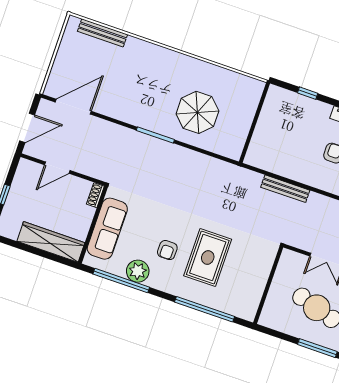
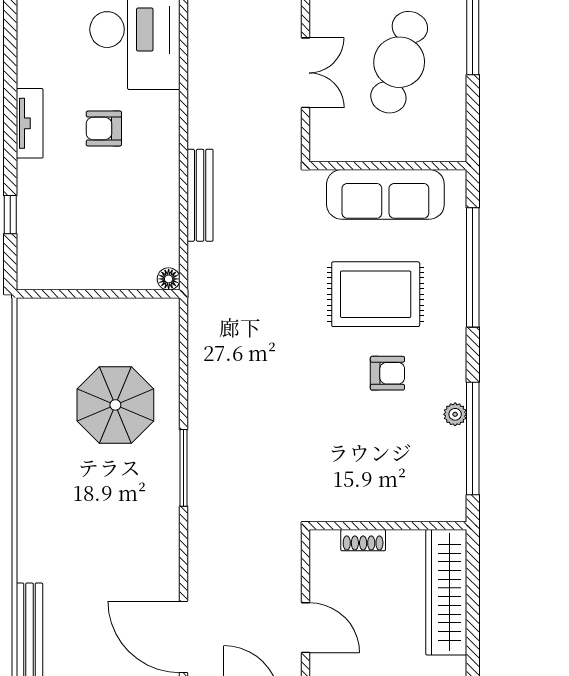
floor lamp: (250, 159) -> (169, 279), added
shoe rack: (95, 195) -> (363, 540), moved
sofa: (107, 229) -> (385, 194), moved, turned 180
plant: (138, 271) -> (455, 414), width x0.53, depth x0.53

